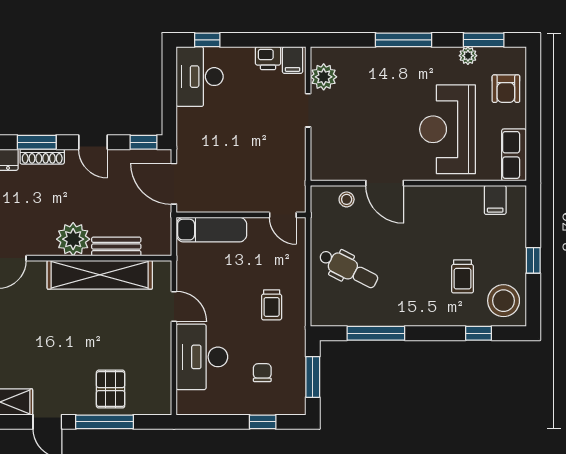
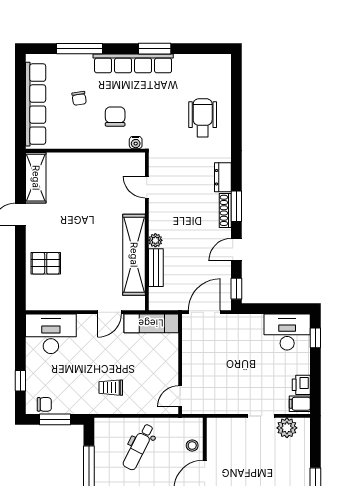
exam couch: (211, 230) -> (151, 323), moved, turned -90
plant: (73, 239) -> (155, 240), width x0.53, depth x0.53
desk: (202, 357) -> (51, 334), moved
chair: (262, 373) -> (44, 404), moved
window: (104, 422) -> (20, 259), removed

